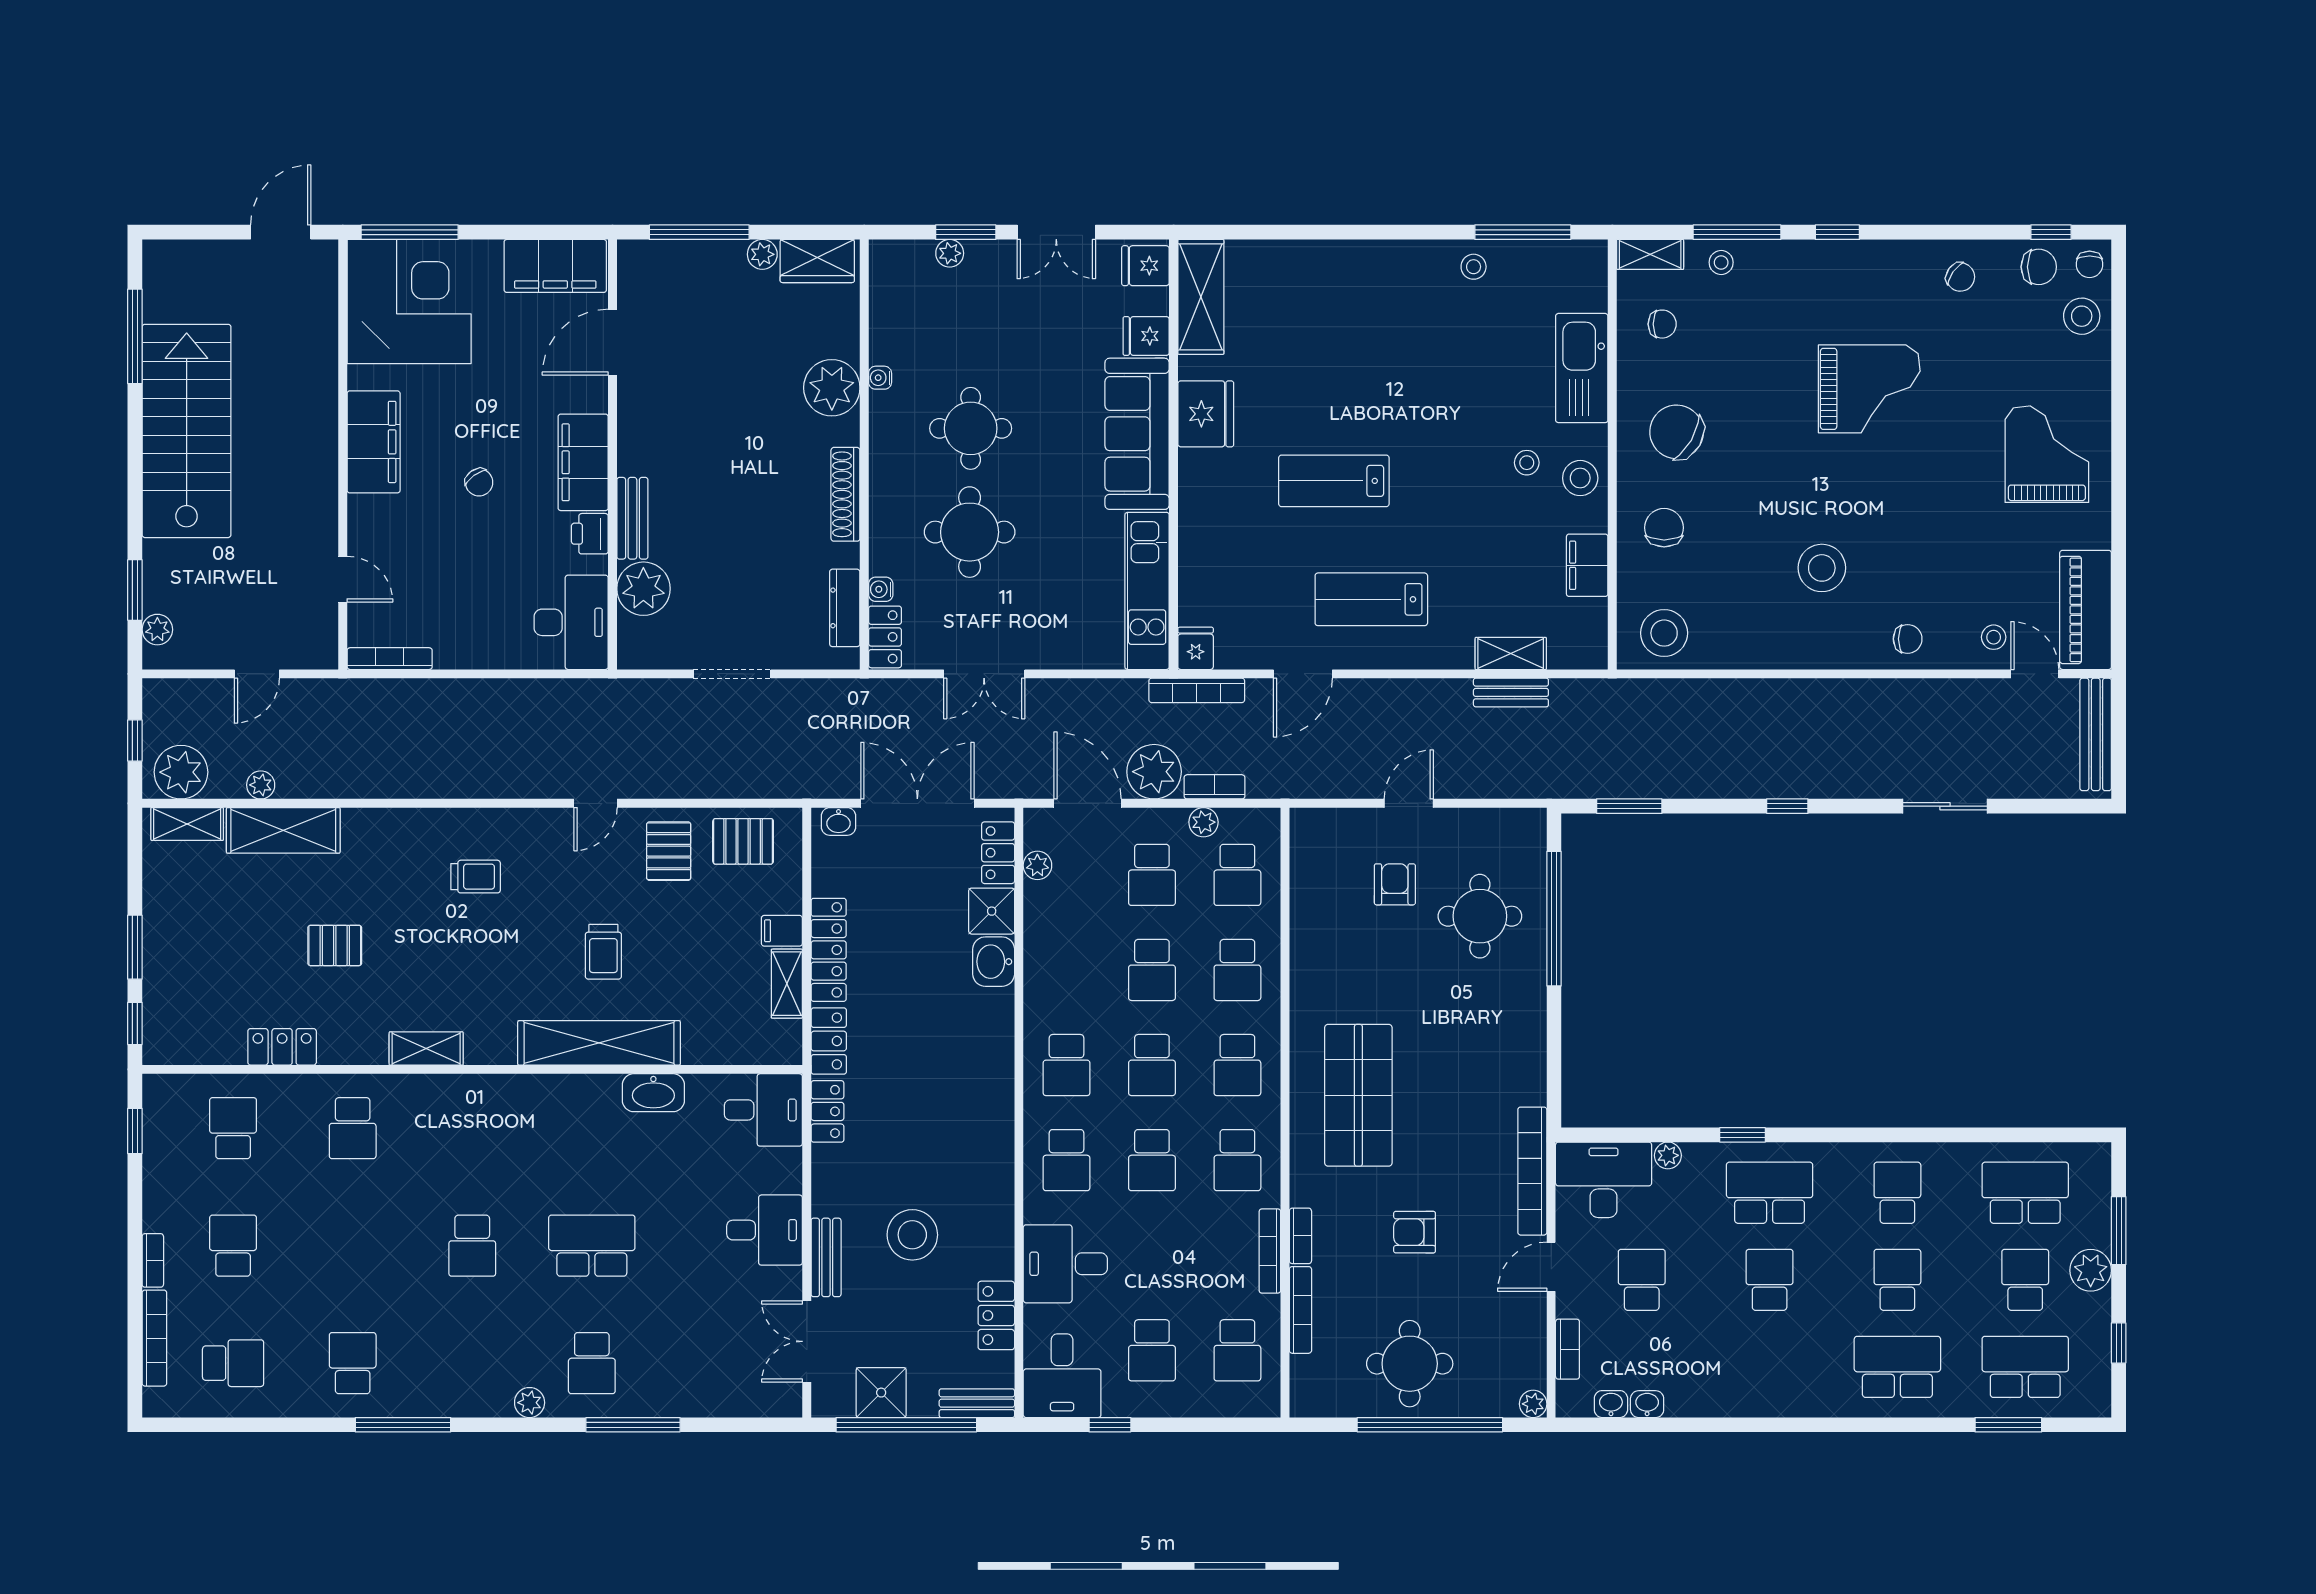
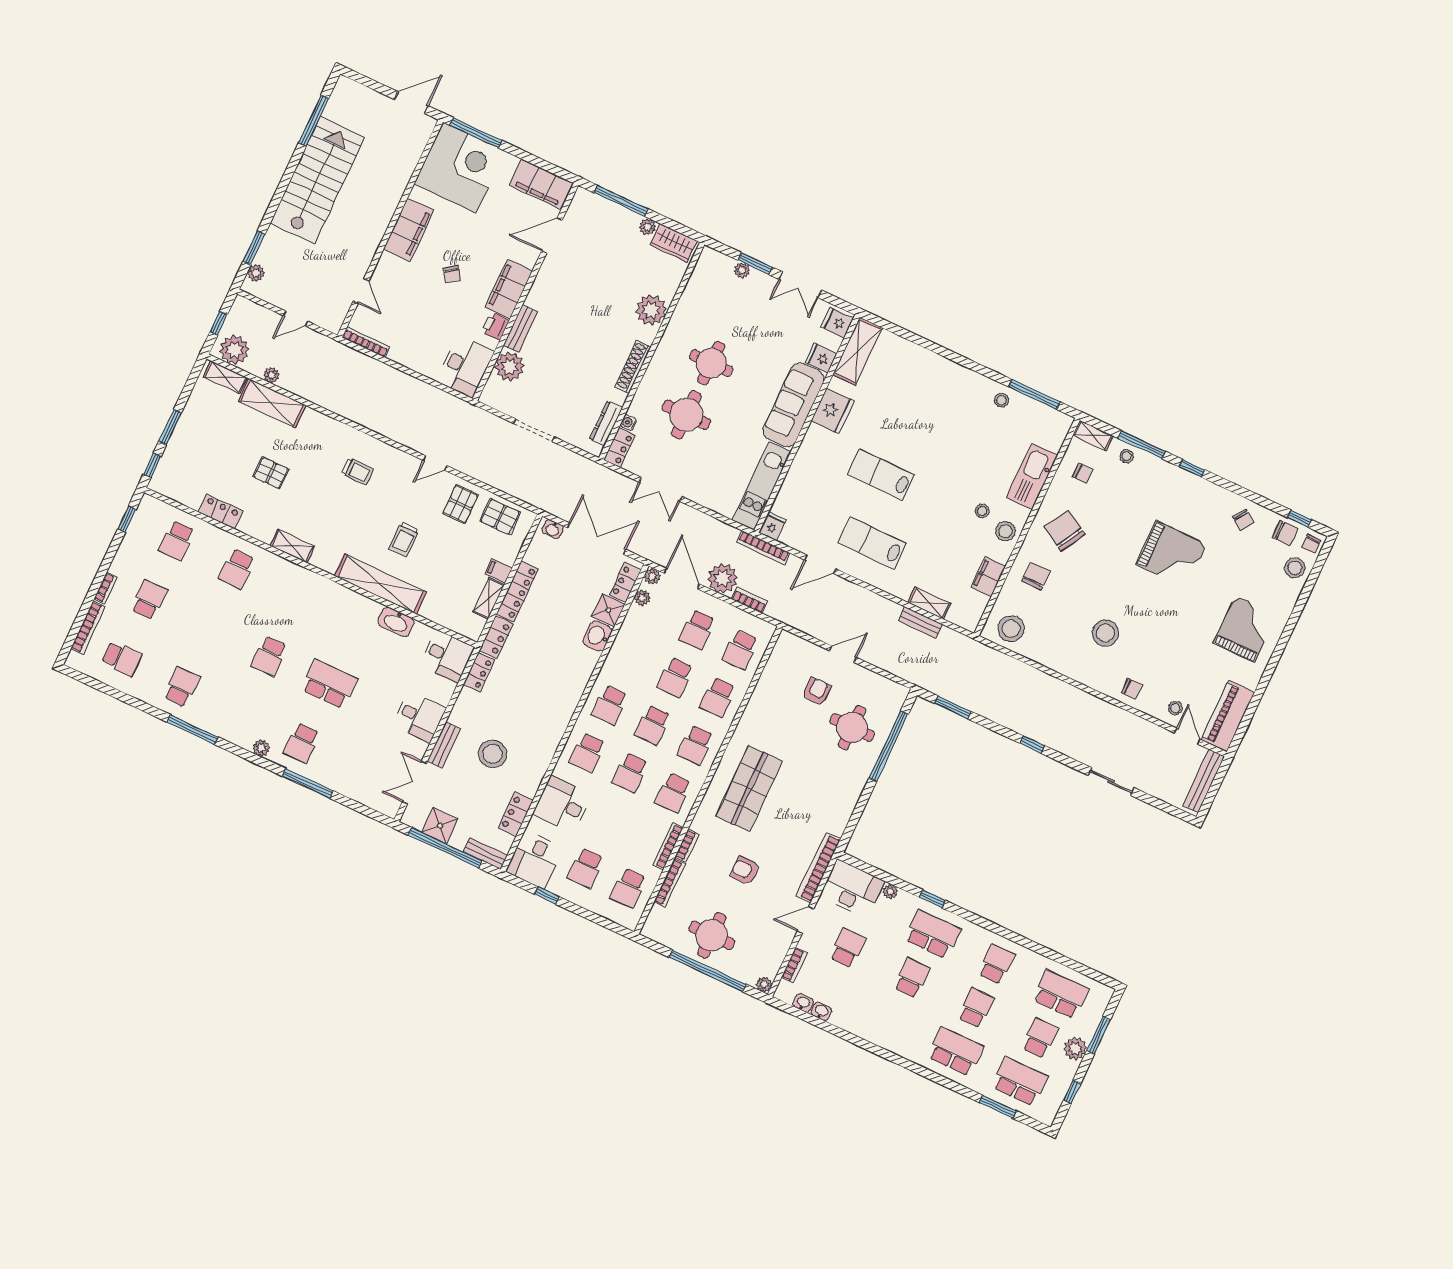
water cooler: (880, 378) -> (678, 316), removed
plant: (1203, 822) -> (652, 576), moved
school desk: (233, 1128) -> (177, 541), turned 180

